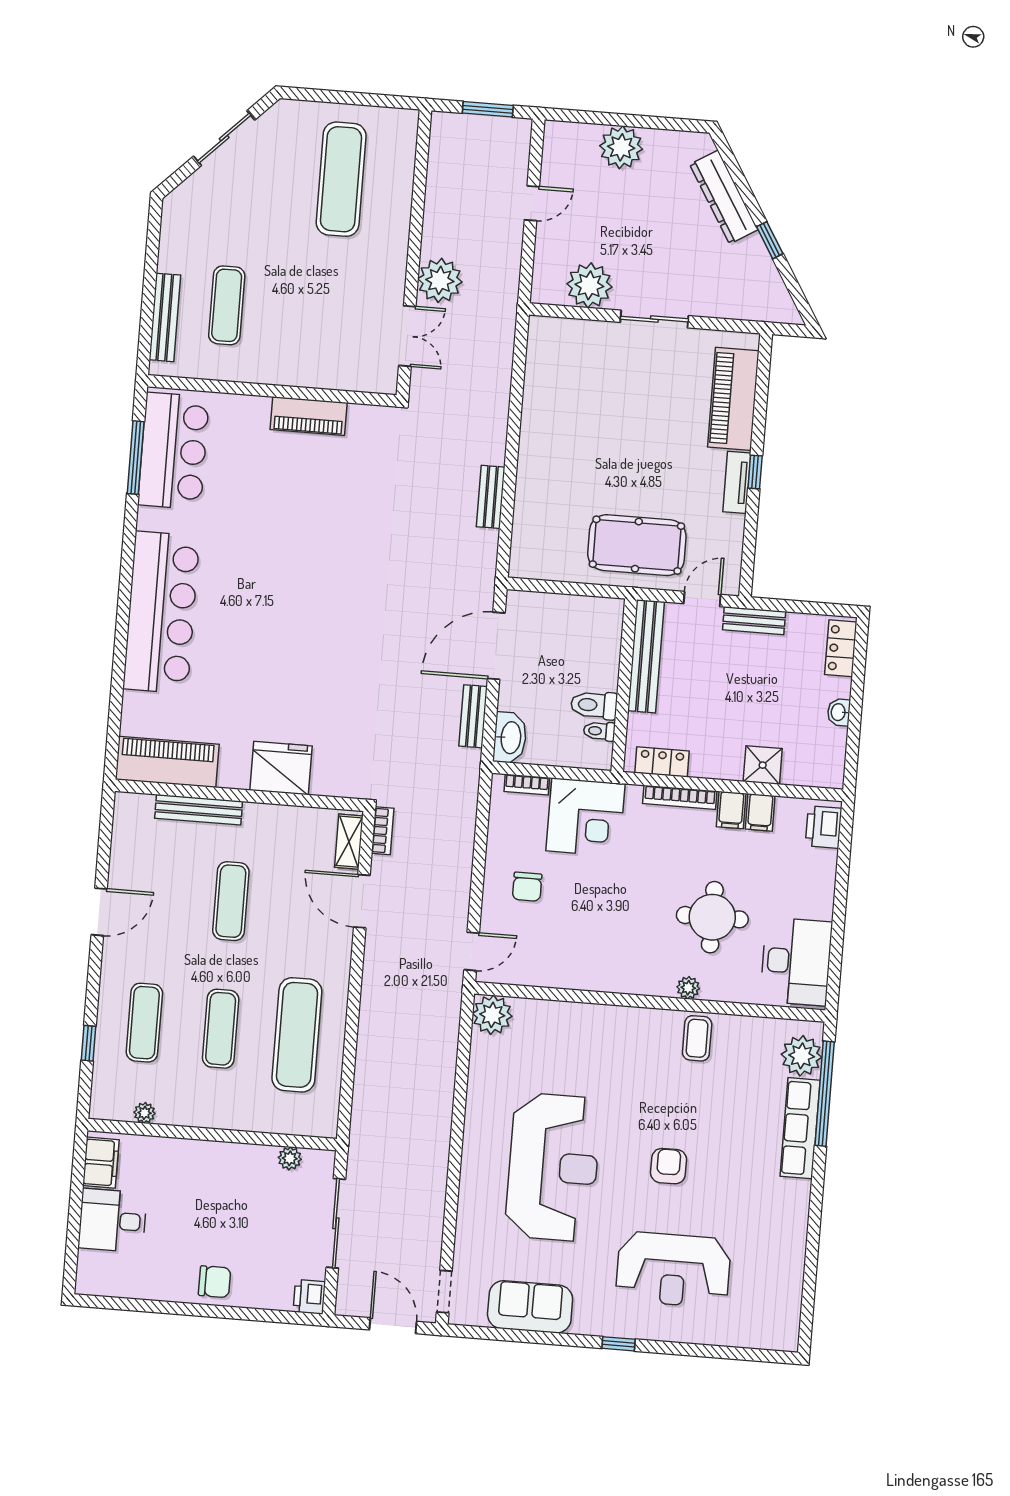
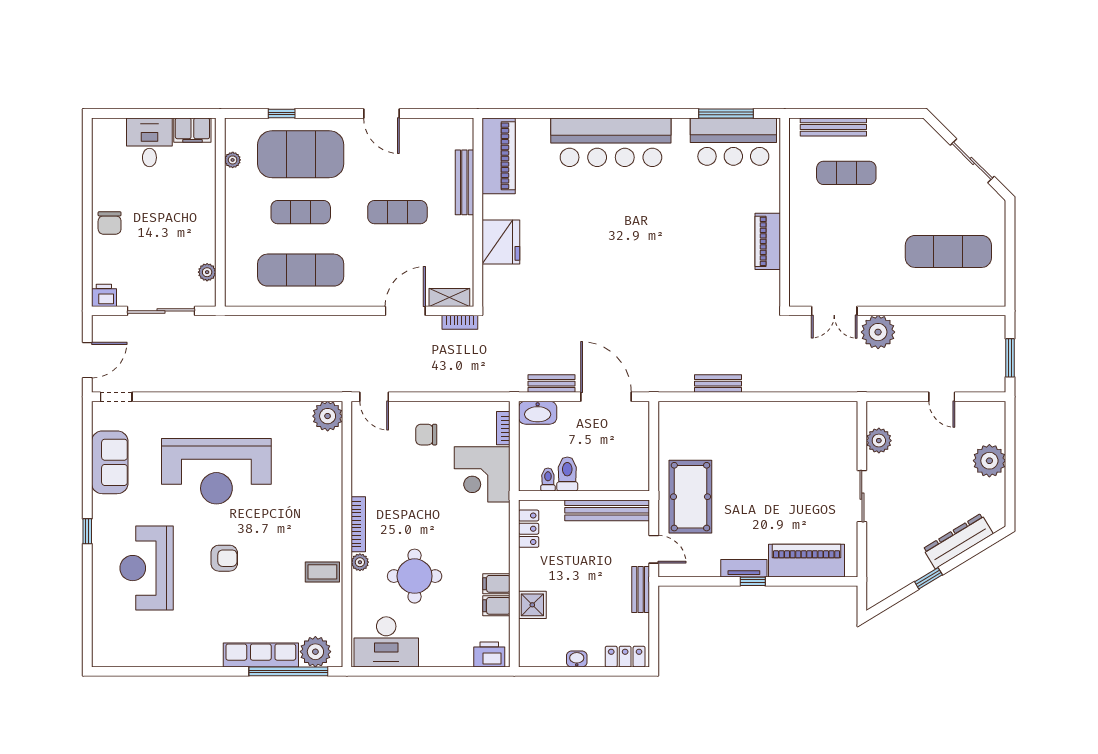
plant: (589, 285) -> (879, 441), width x0.73, depth x0.73
bookcase: (680, 797) -> (358, 524), moved, turned 180
exercise mat: (144, 1023) -> (301, 154), width x2.00, depth x1.45

